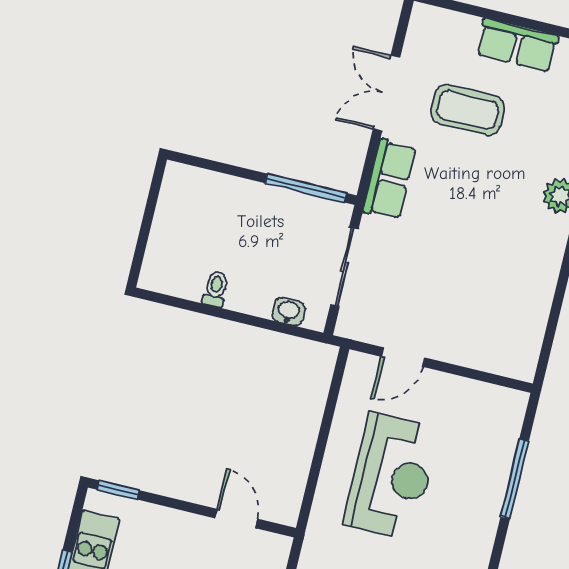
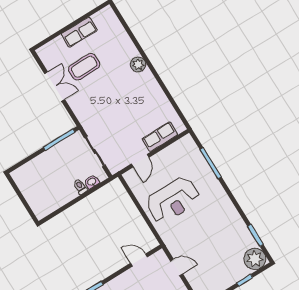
double door: (386, 93) -> (55, 86), swing flipped
row of seats: (390, 179) -> (160, 137), moved, turned -90
toilet: (216, 289) -> (80, 187), moved
reception desk: (391, 476) -> (173, 200), turned 90

